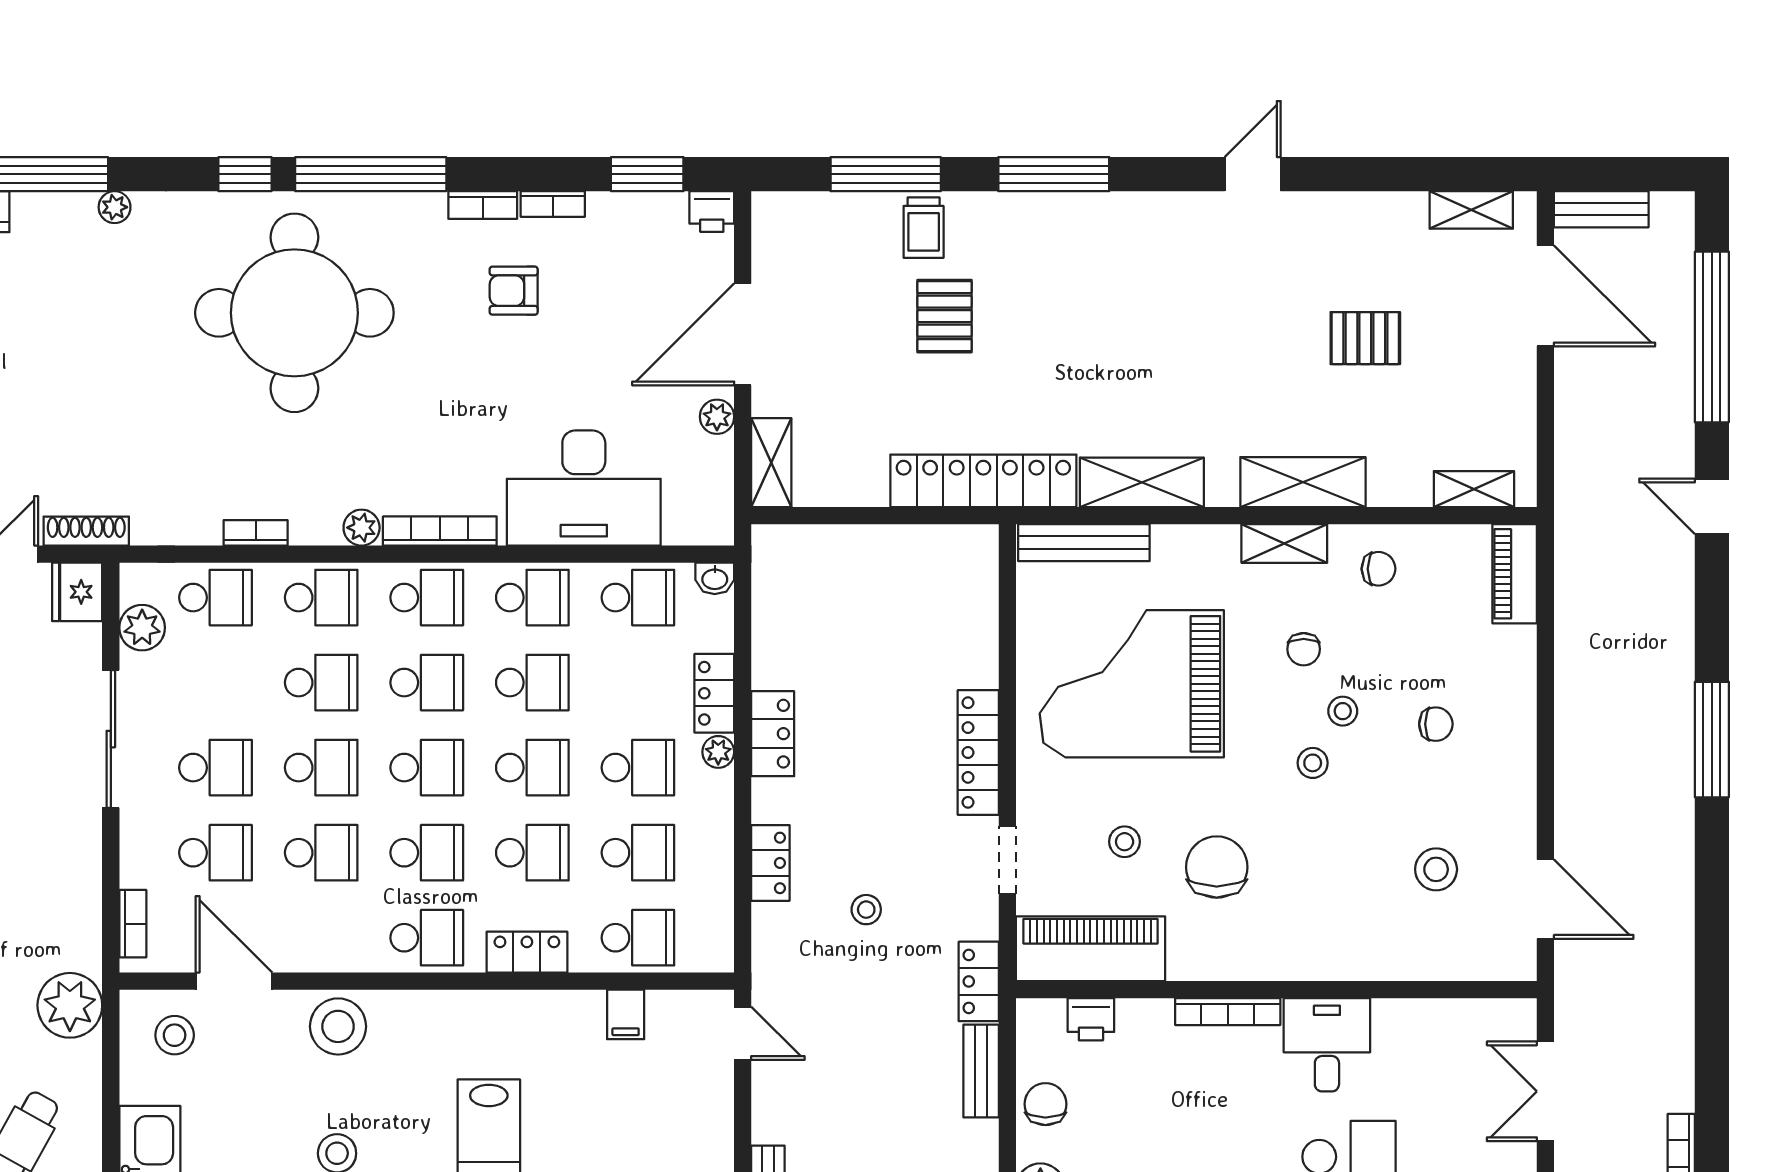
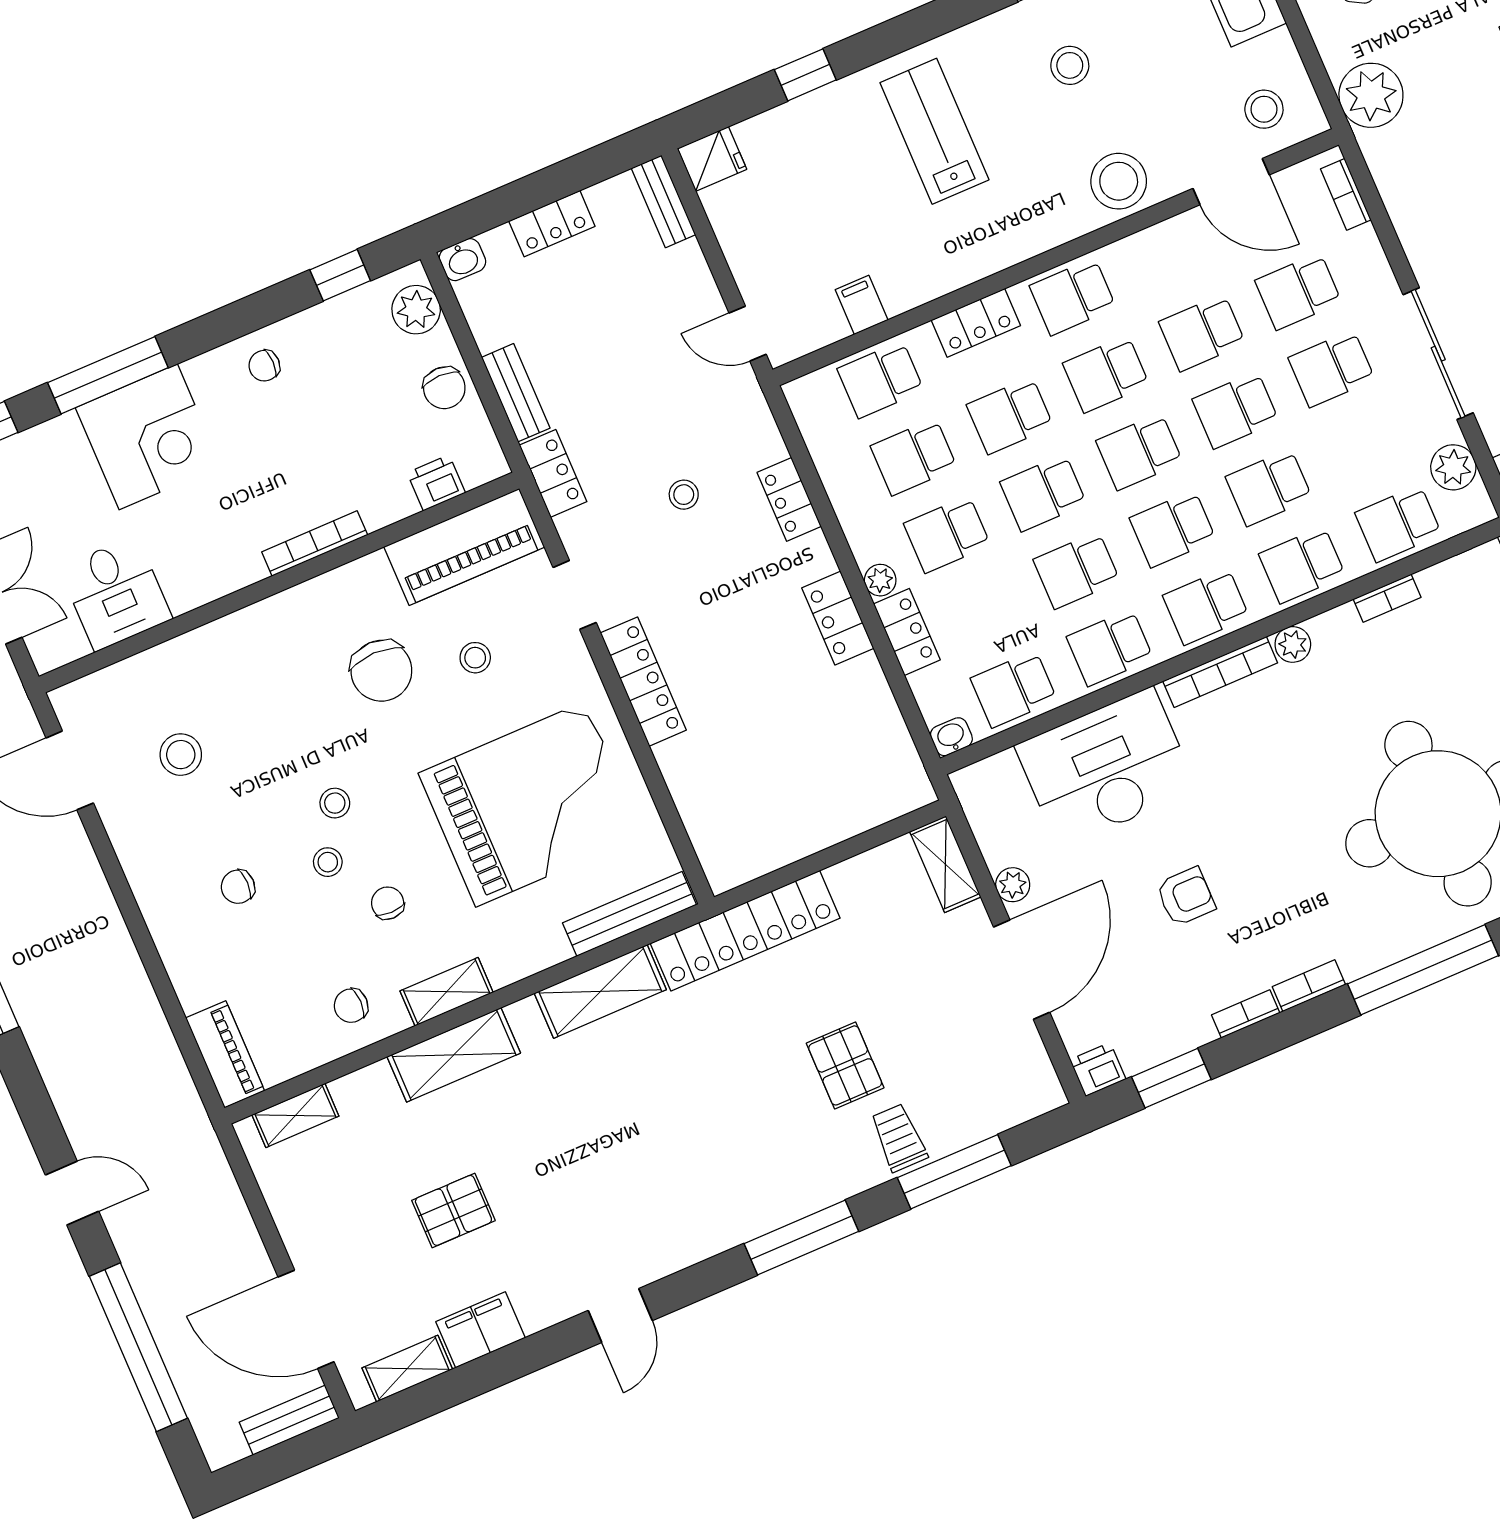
filing cabinet: (1388, 217) -> (480, 1330), added
armchair: (514, 291) -> (1186, 897), moved
desk: (1327, 1045) -> (116, 593), moved

